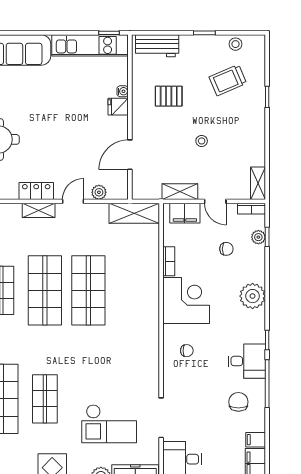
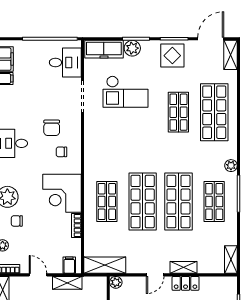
plant: (99, 192) -> (116, 282), moved
filing cabinet: (185, 213) -> (69, 265), width x0.50
chair: (226, 249) -> (17, 221), moved
shop shelf: (132, 290) -> (107, 202), added
chair: (238, 402) -> (52, 128), moved
checkout: (109, 424) -> (125, 92), turned 180

